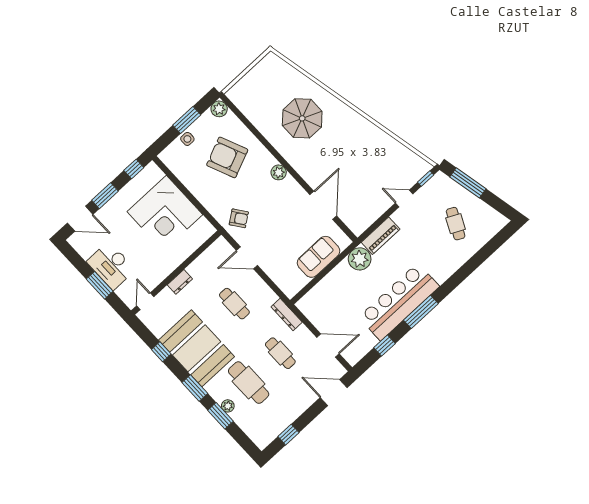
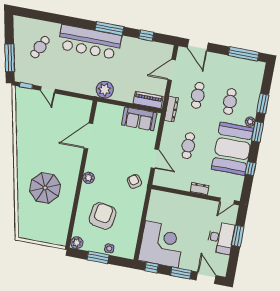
armchair: (227, 157) -> (103, 216), turned -148
corner desk: (165, 213) -> (162, 244), moved
piano: (381, 236) -> (148, 100), moved
sofa: (319, 257) -> (139, 119), moved
bar counter: (399, 302) -> (90, 42), moved
door: (328, 346) -> (172, 70), hinge flipped
cafe table: (249, 383) -> (230, 102), width x0.73, depth x0.74
plant: (228, 406) -> (250, 122), moved
window: (288, 435) -> (244, 54), width x2.17

